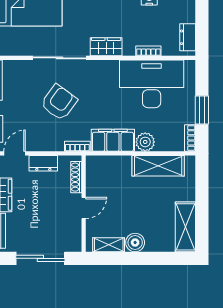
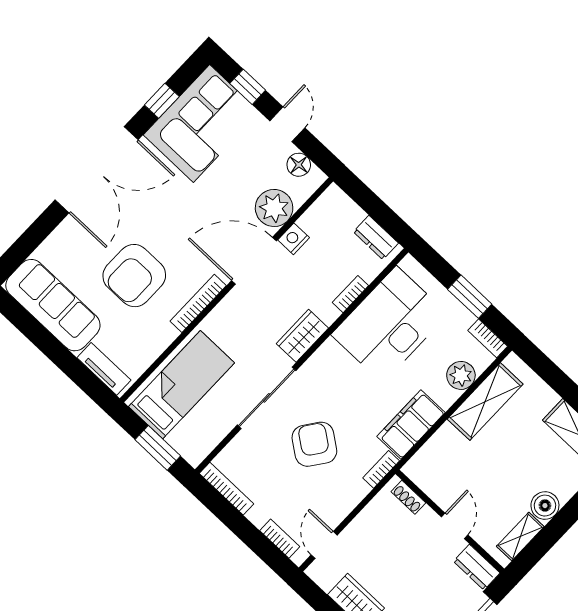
plant: (145, 142) -> (461, 375), moved
dresser: (43, 163) -> (477, 567), moved, turned 90
shoe rack: (76, 177) -> (408, 497), width x0.70

